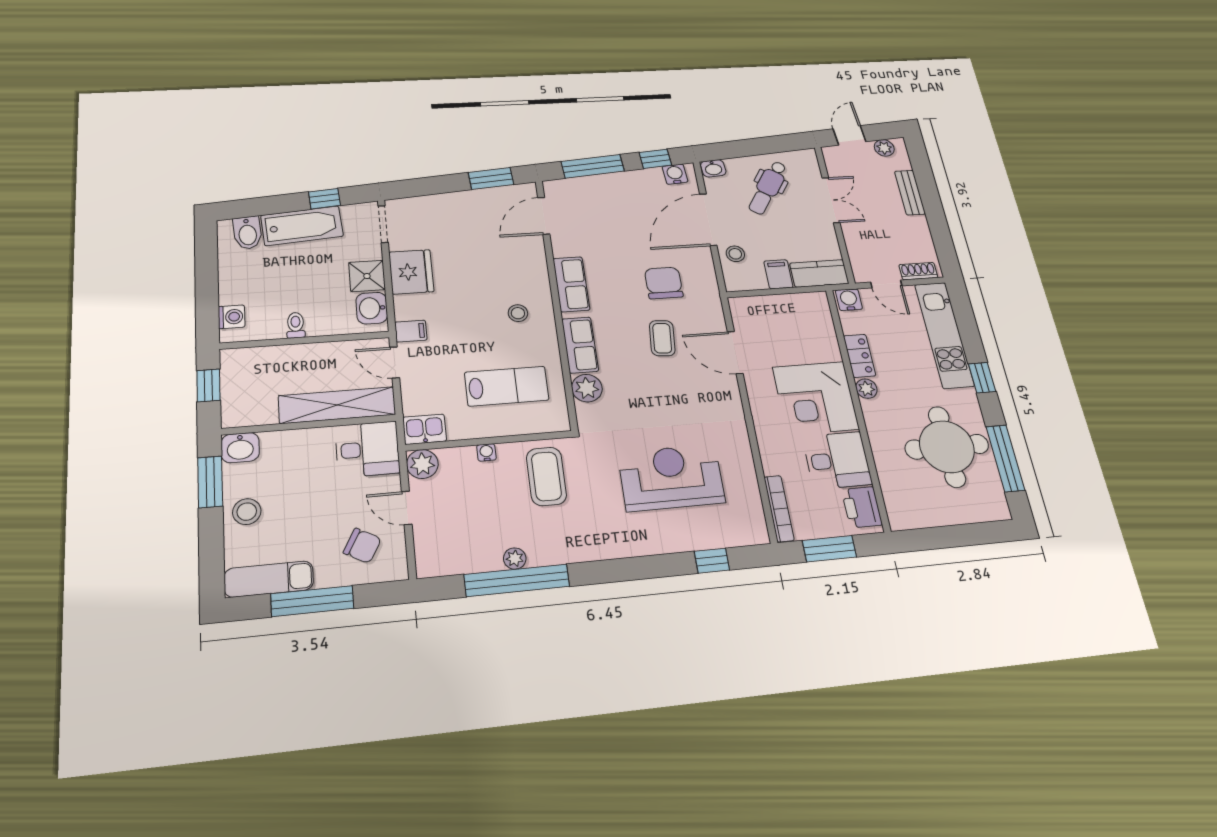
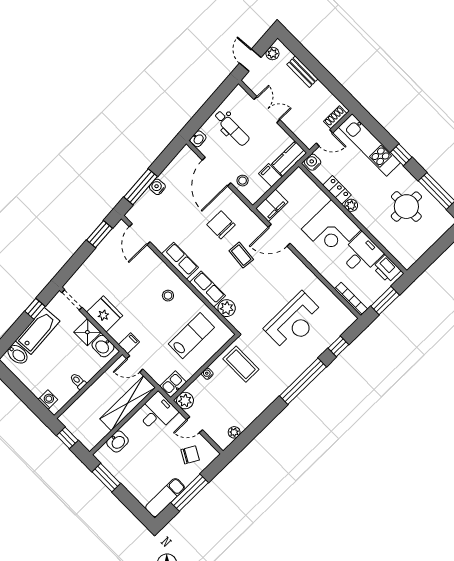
window: (655, 159) -> (167, 157), removed
water cooler: (675, 174) -> (157, 187), moved
dental chair: (768, 188) -> (232, 128), turned -34
filing cabinet: (753, 310) -> (272, 205), added
round table: (947, 447) -> (406, 207), width x0.73, depth x0.73
washbasin: (240, 448) -> (117, 442), moved
reception desk: (671, 478) -> (294, 322), turned 180
stool: (247, 512) -> (132, 478), removed
plant: (515, 558) -> (234, 432), moved
window: (517, 580) -> (303, 381), moved

